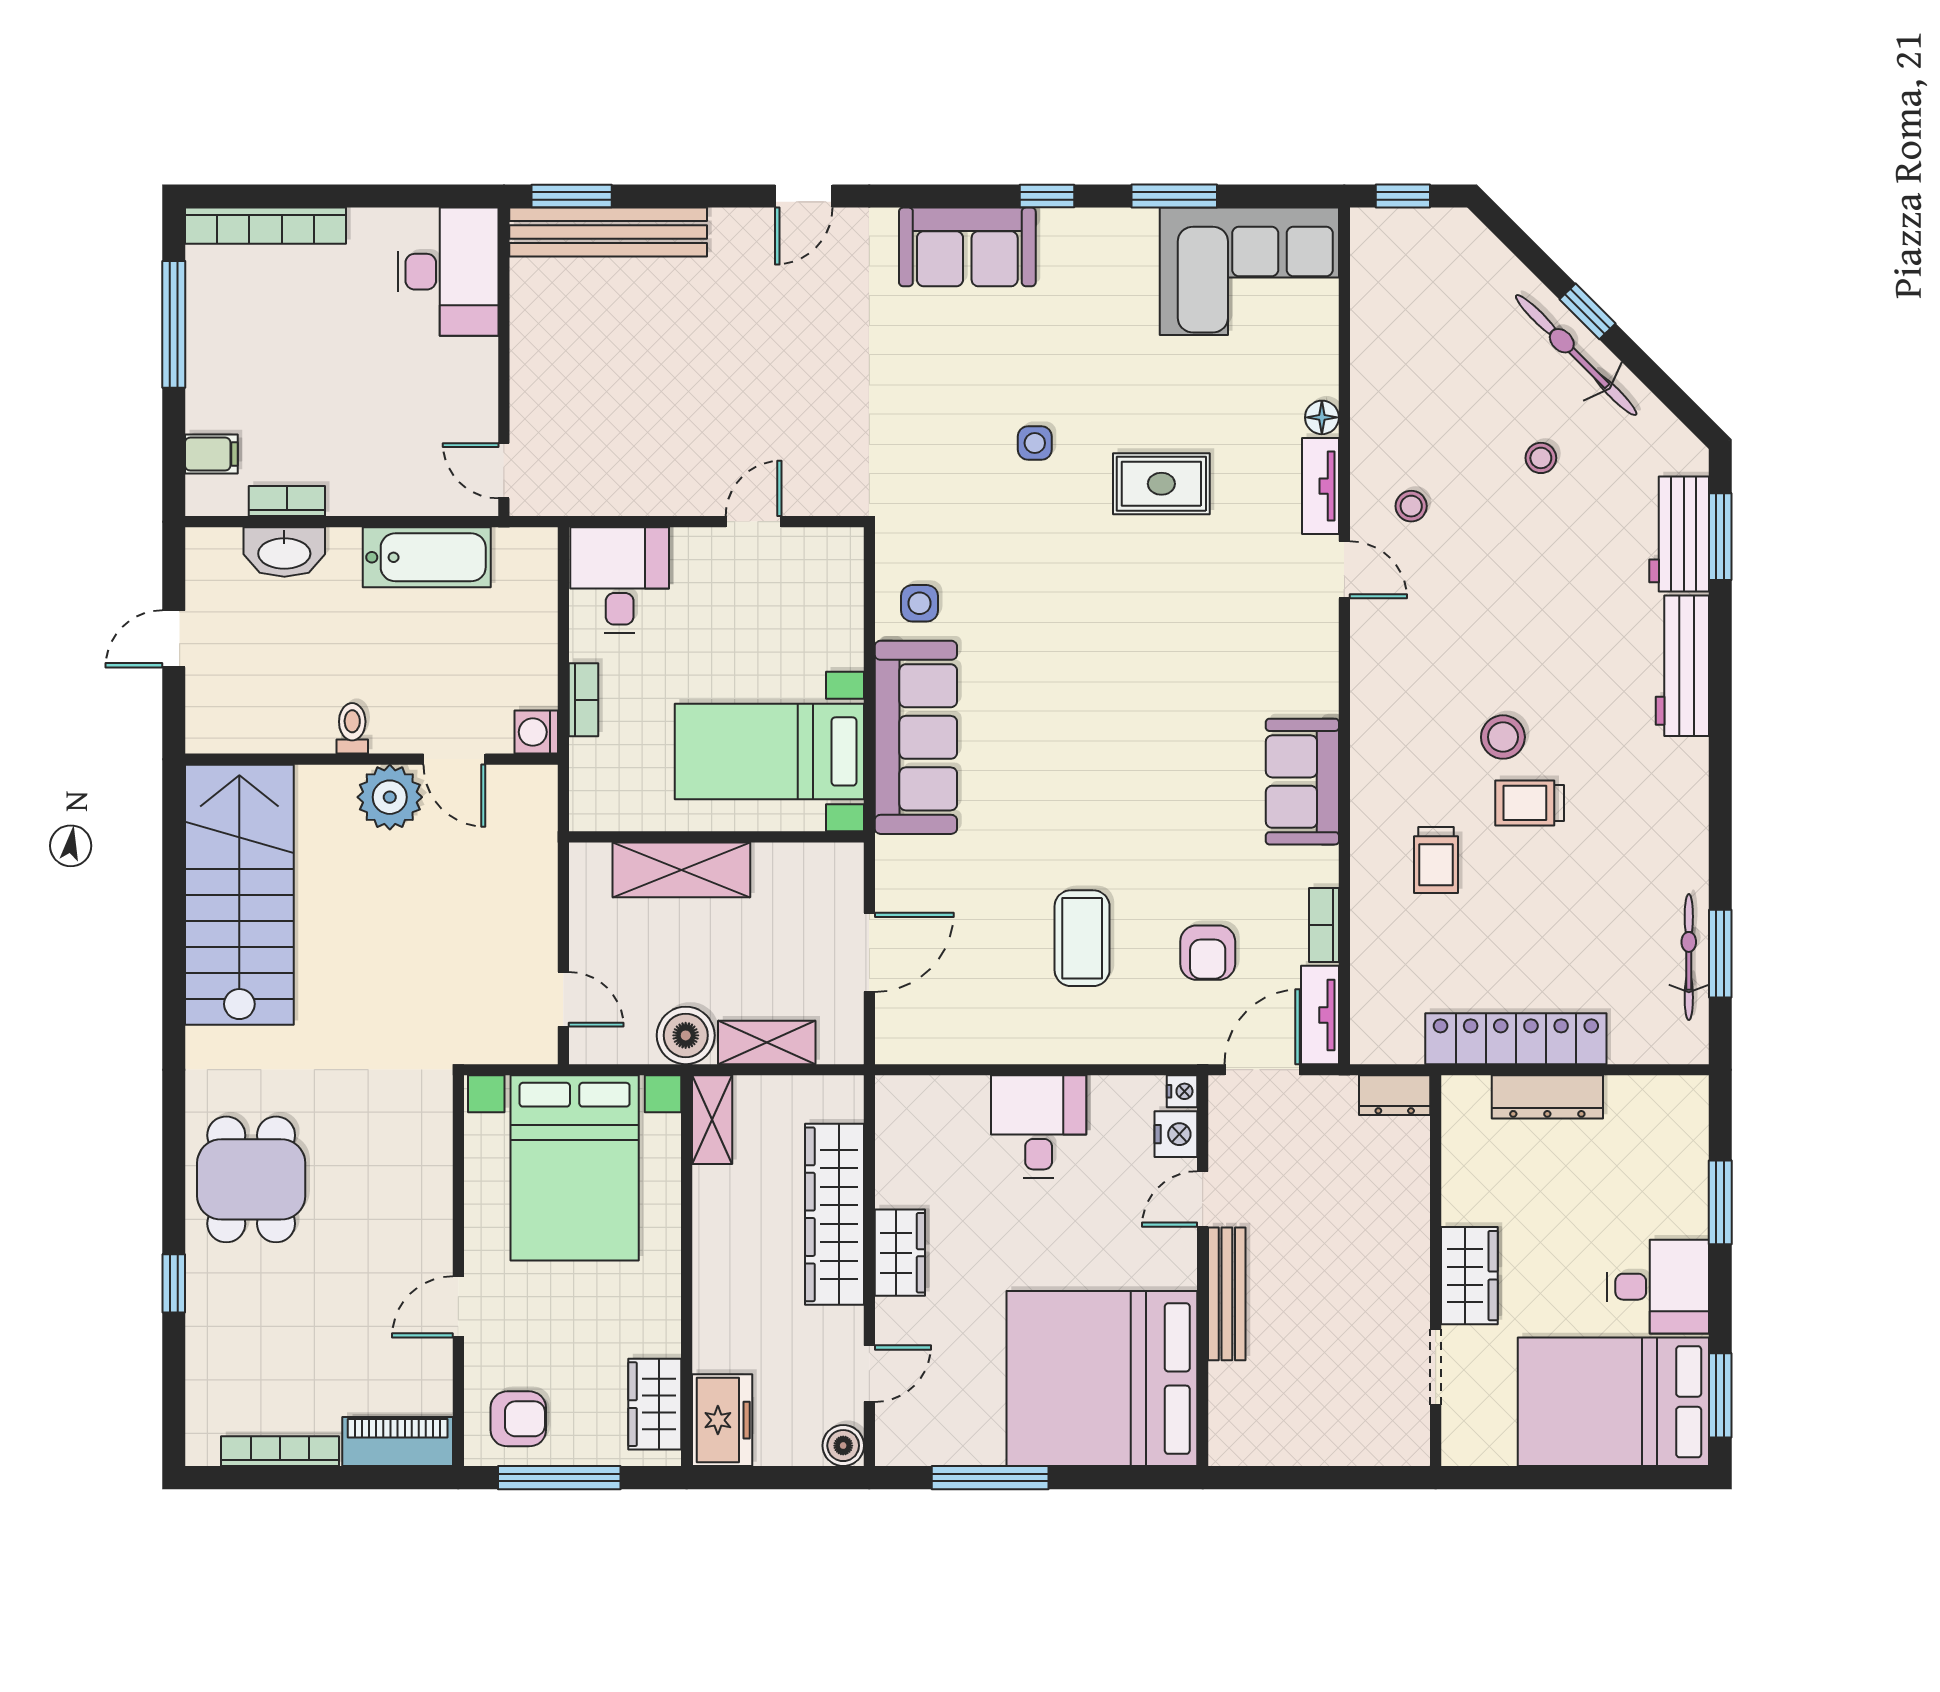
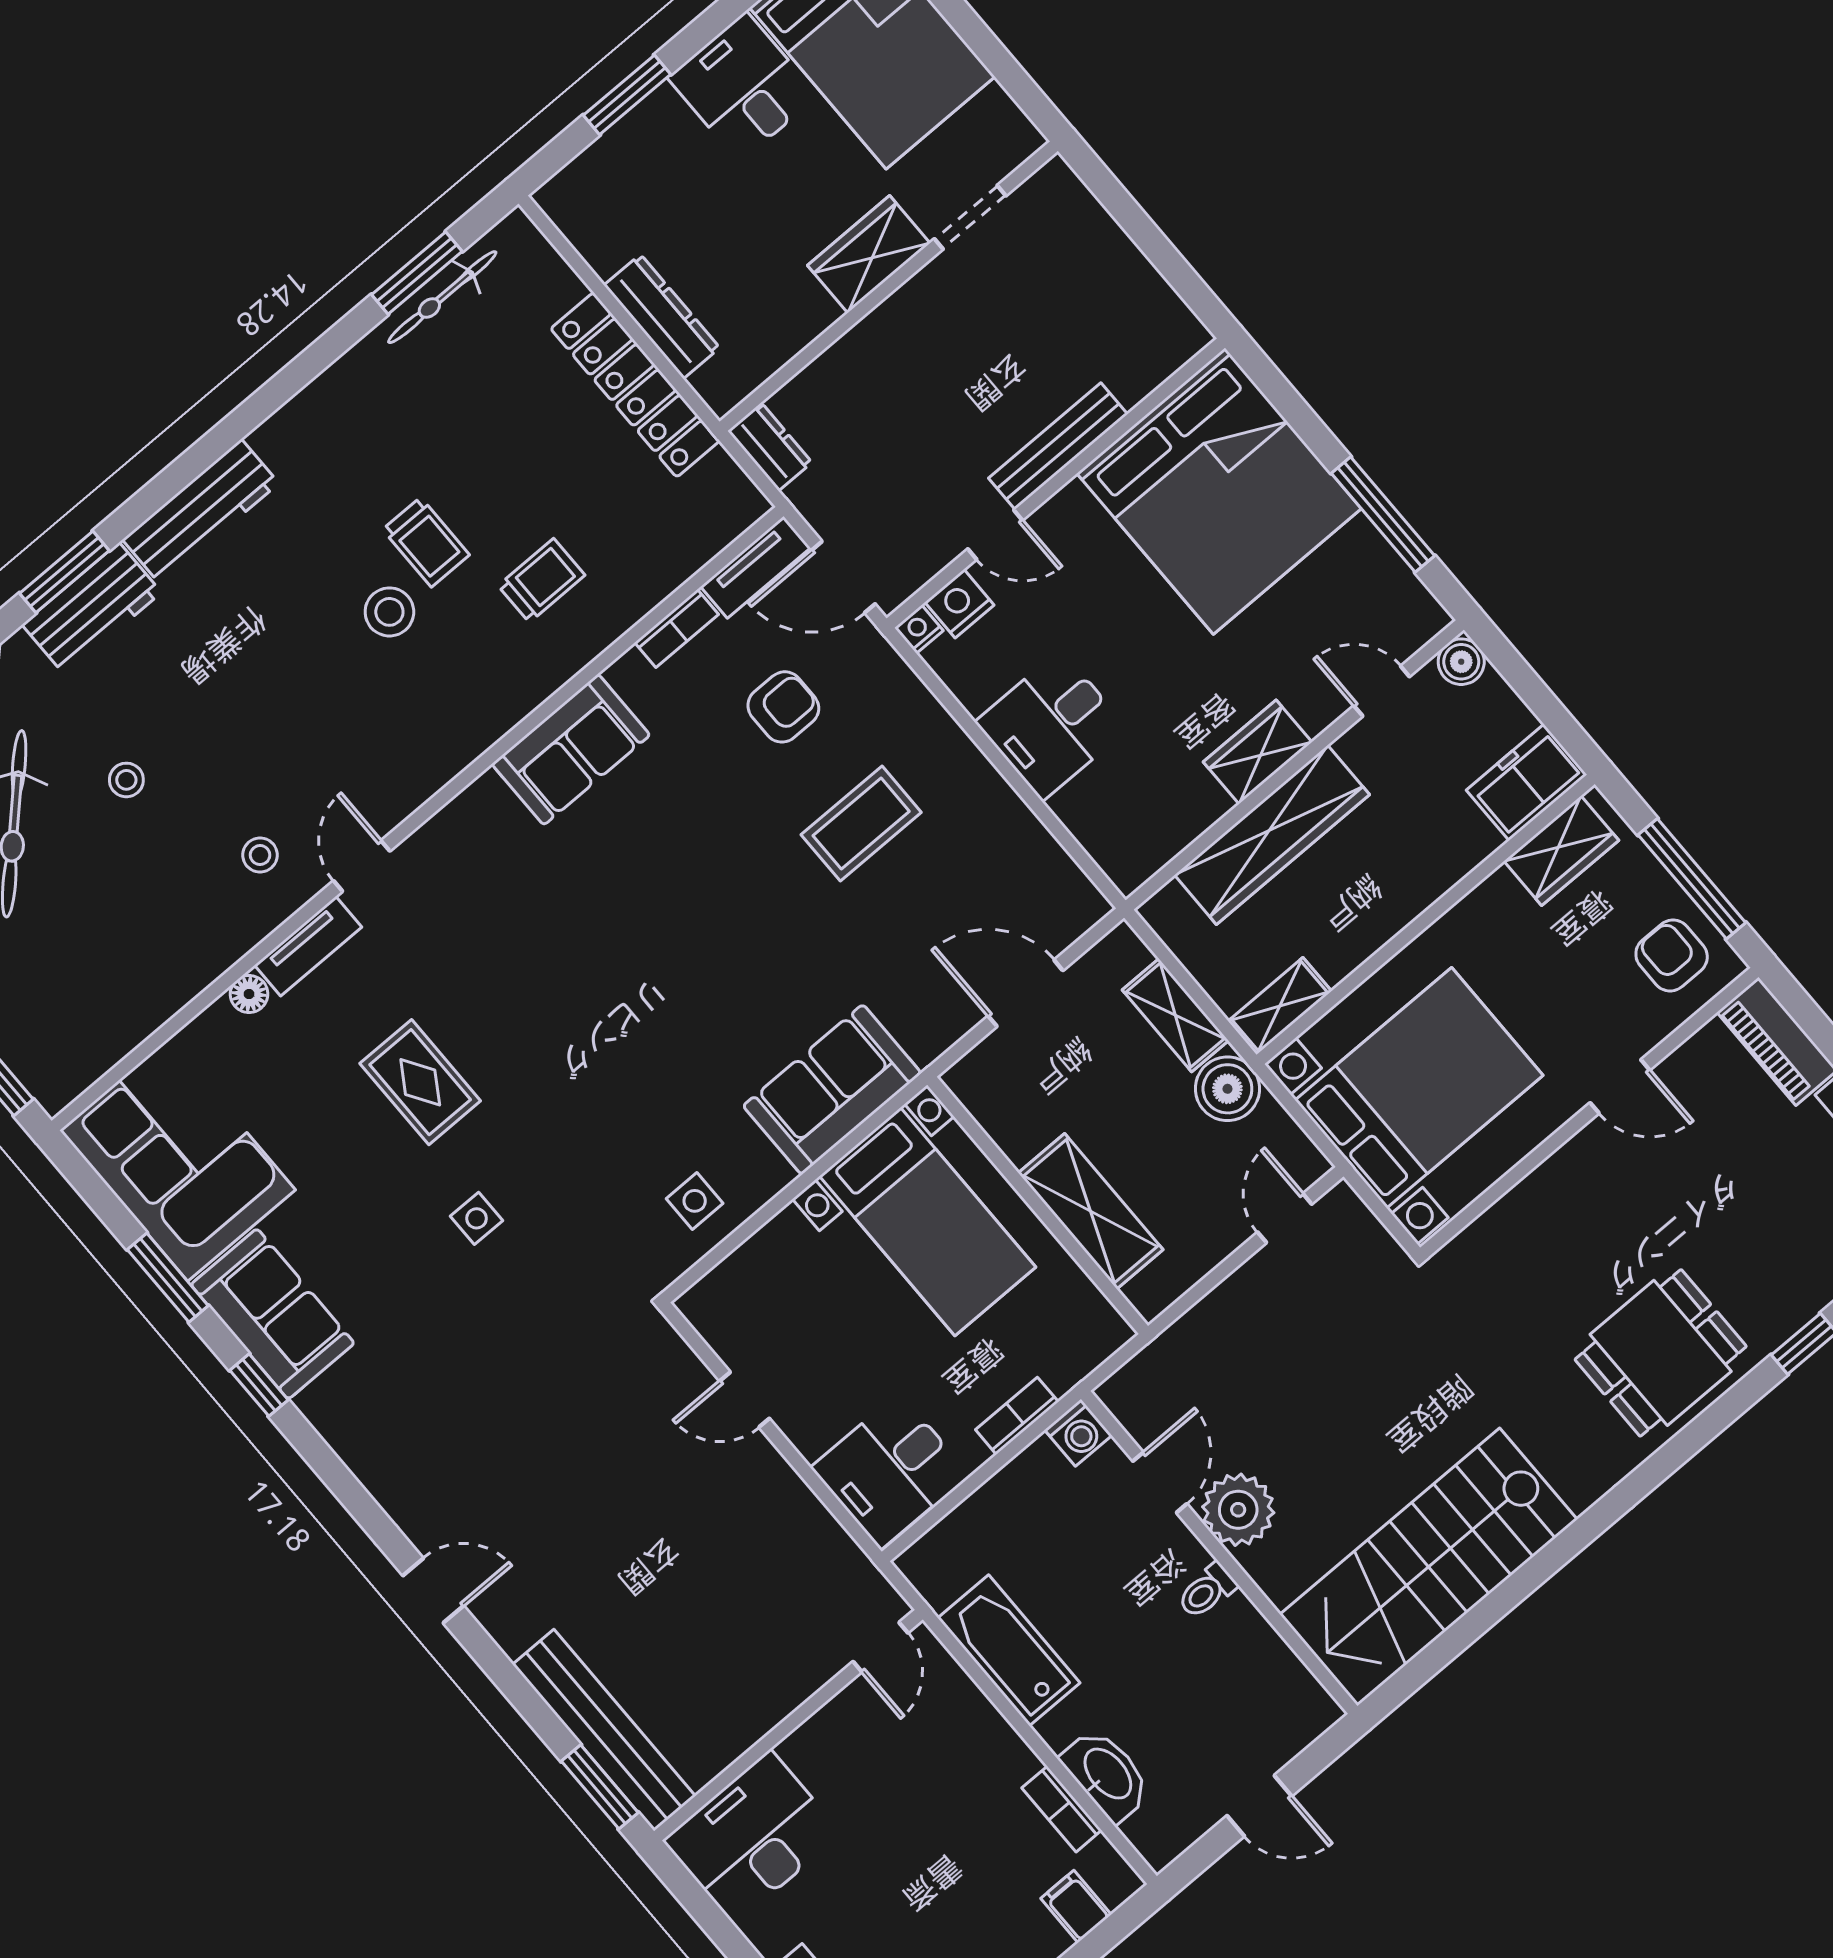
sofa: (967, 247) -> (273, 1314), moved
sofa: (916, 737) -> (832, 1090), width x0.73

